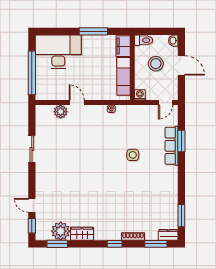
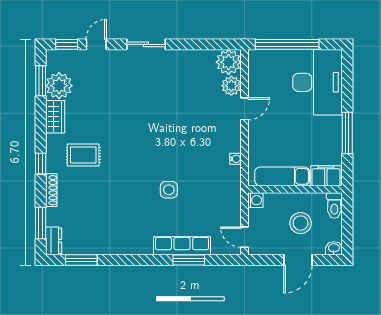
plant: (44, 114) -> (229, 62), added
sliding door: (32, 149) -> (146, 44), moved
rug: (109, 214) -> (83, 155), added

